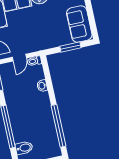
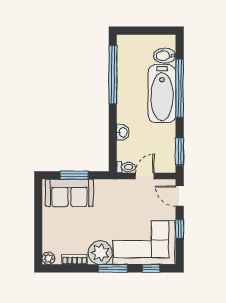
sofa: (79, 24) -> (69, 193), moved, turned 90
bathtub: (20, 120) -> (162, 94), added

